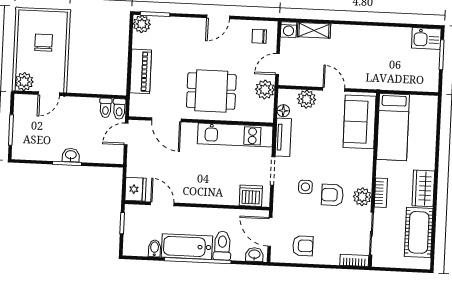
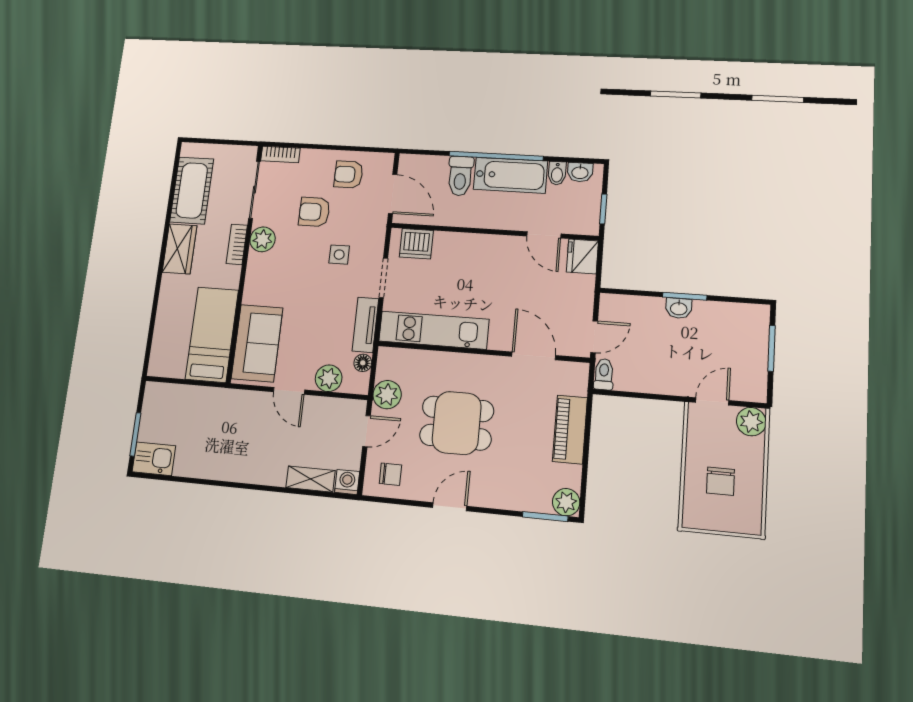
dining table: (211, 91) -> (457, 423), moved
toilet: (106, 108) -> (625, 377), removed
armchair: (332, 195) -> (314, 212), moved, turned 180
washbasin: (254, 255) -> (580, 172), moved

